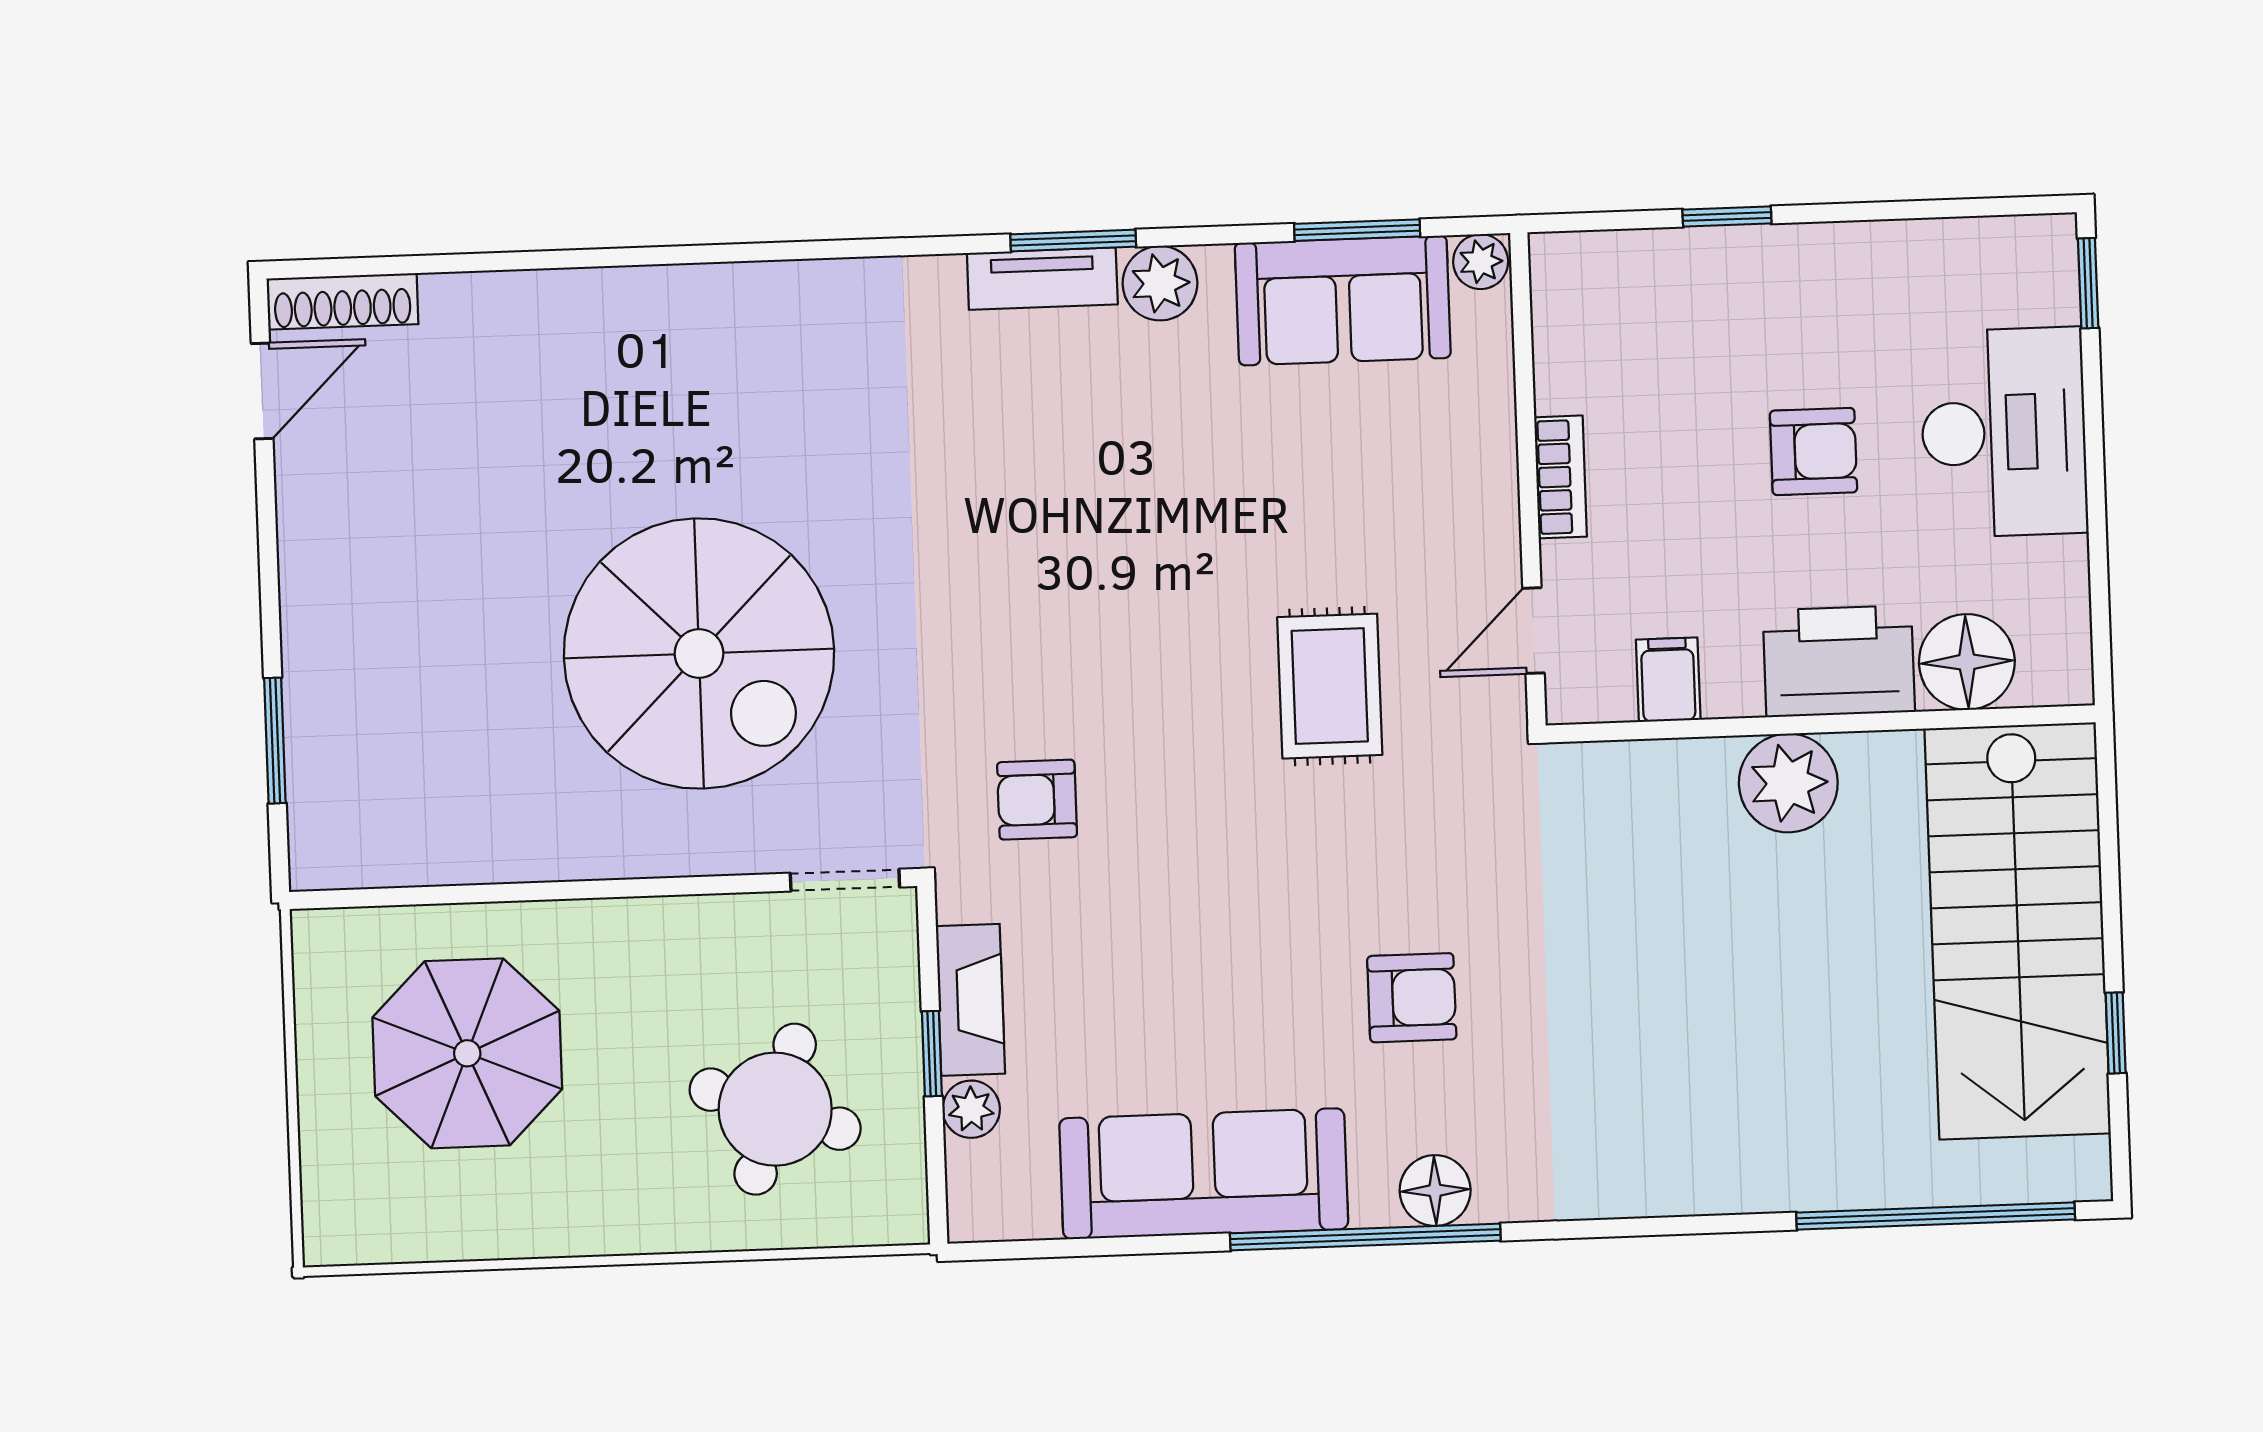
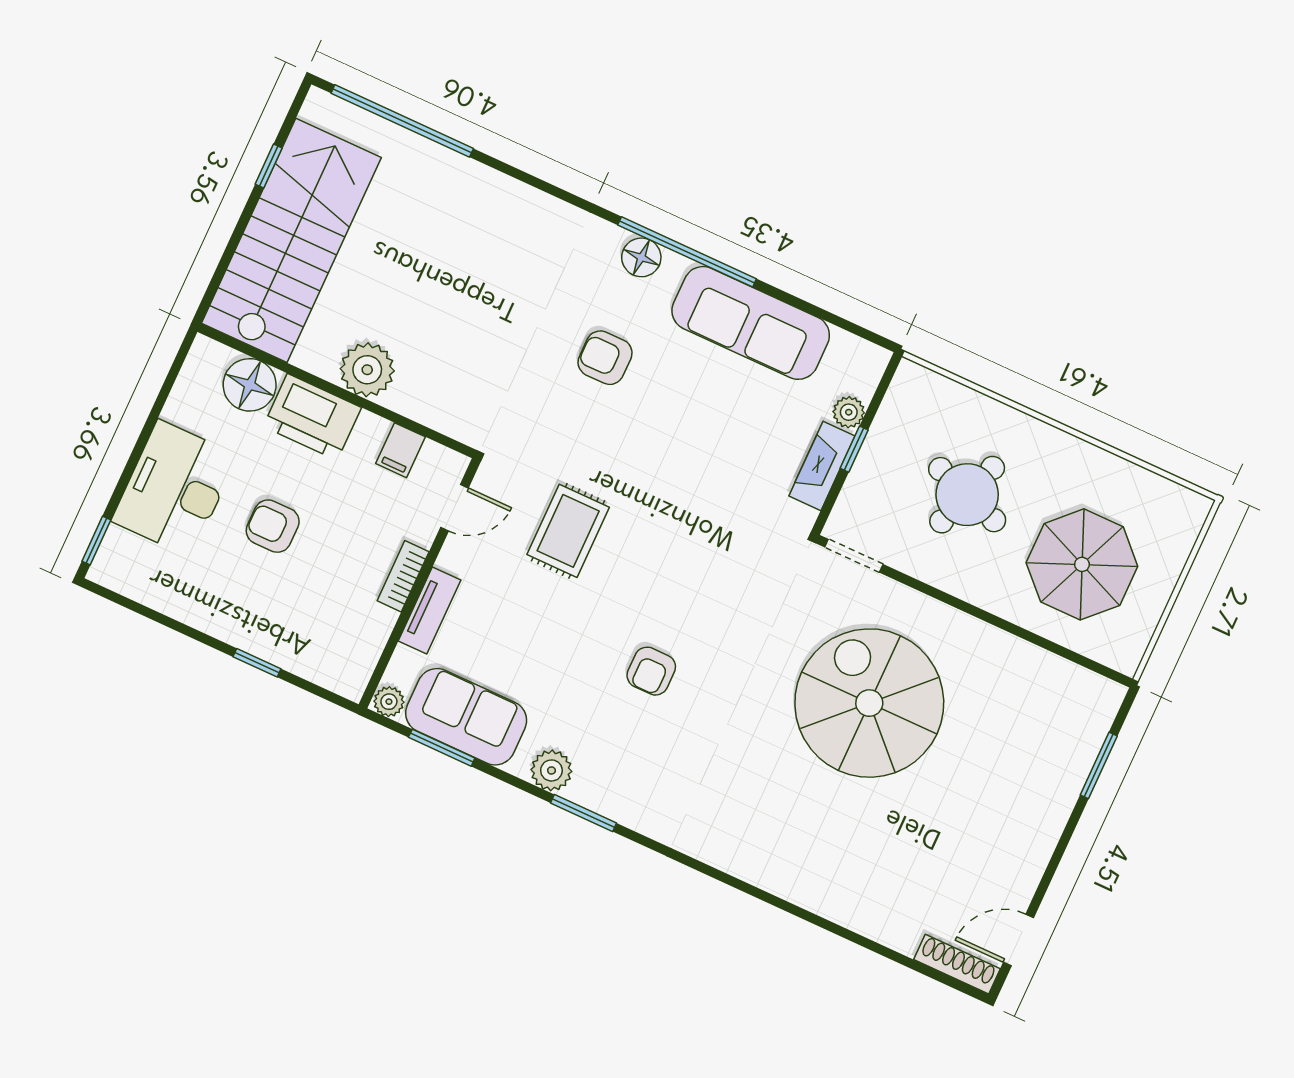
tv unit: (1042, 279) -> (429, 610), moved, turned 90
armchair: (1037, 800) -> (651, 671), moved, turned 90
round table: (775, 1109) -> (967, 495), moved

